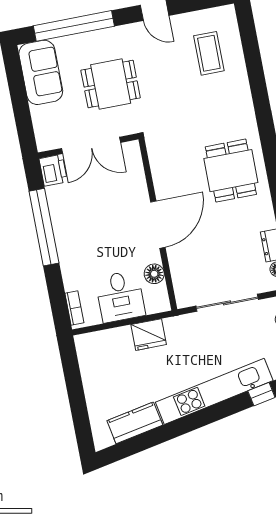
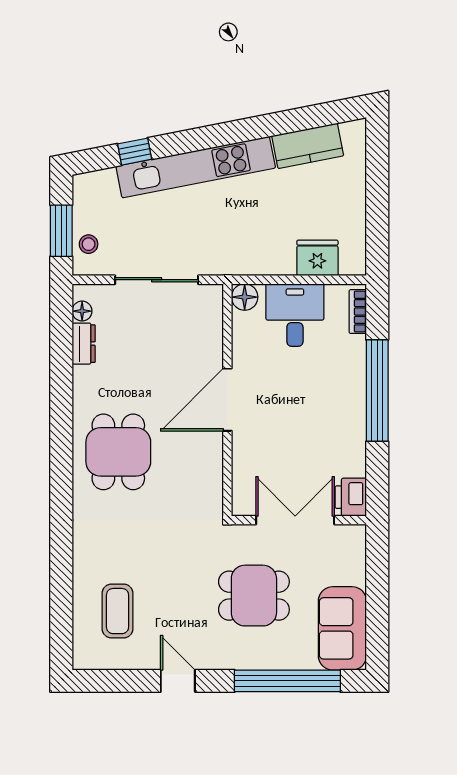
window: (44, 227) -> (377, 391), moved
floor lamp: (154, 274) -> (245, 297), moved
fridge: (149, 335) -> (317, 258), moved

